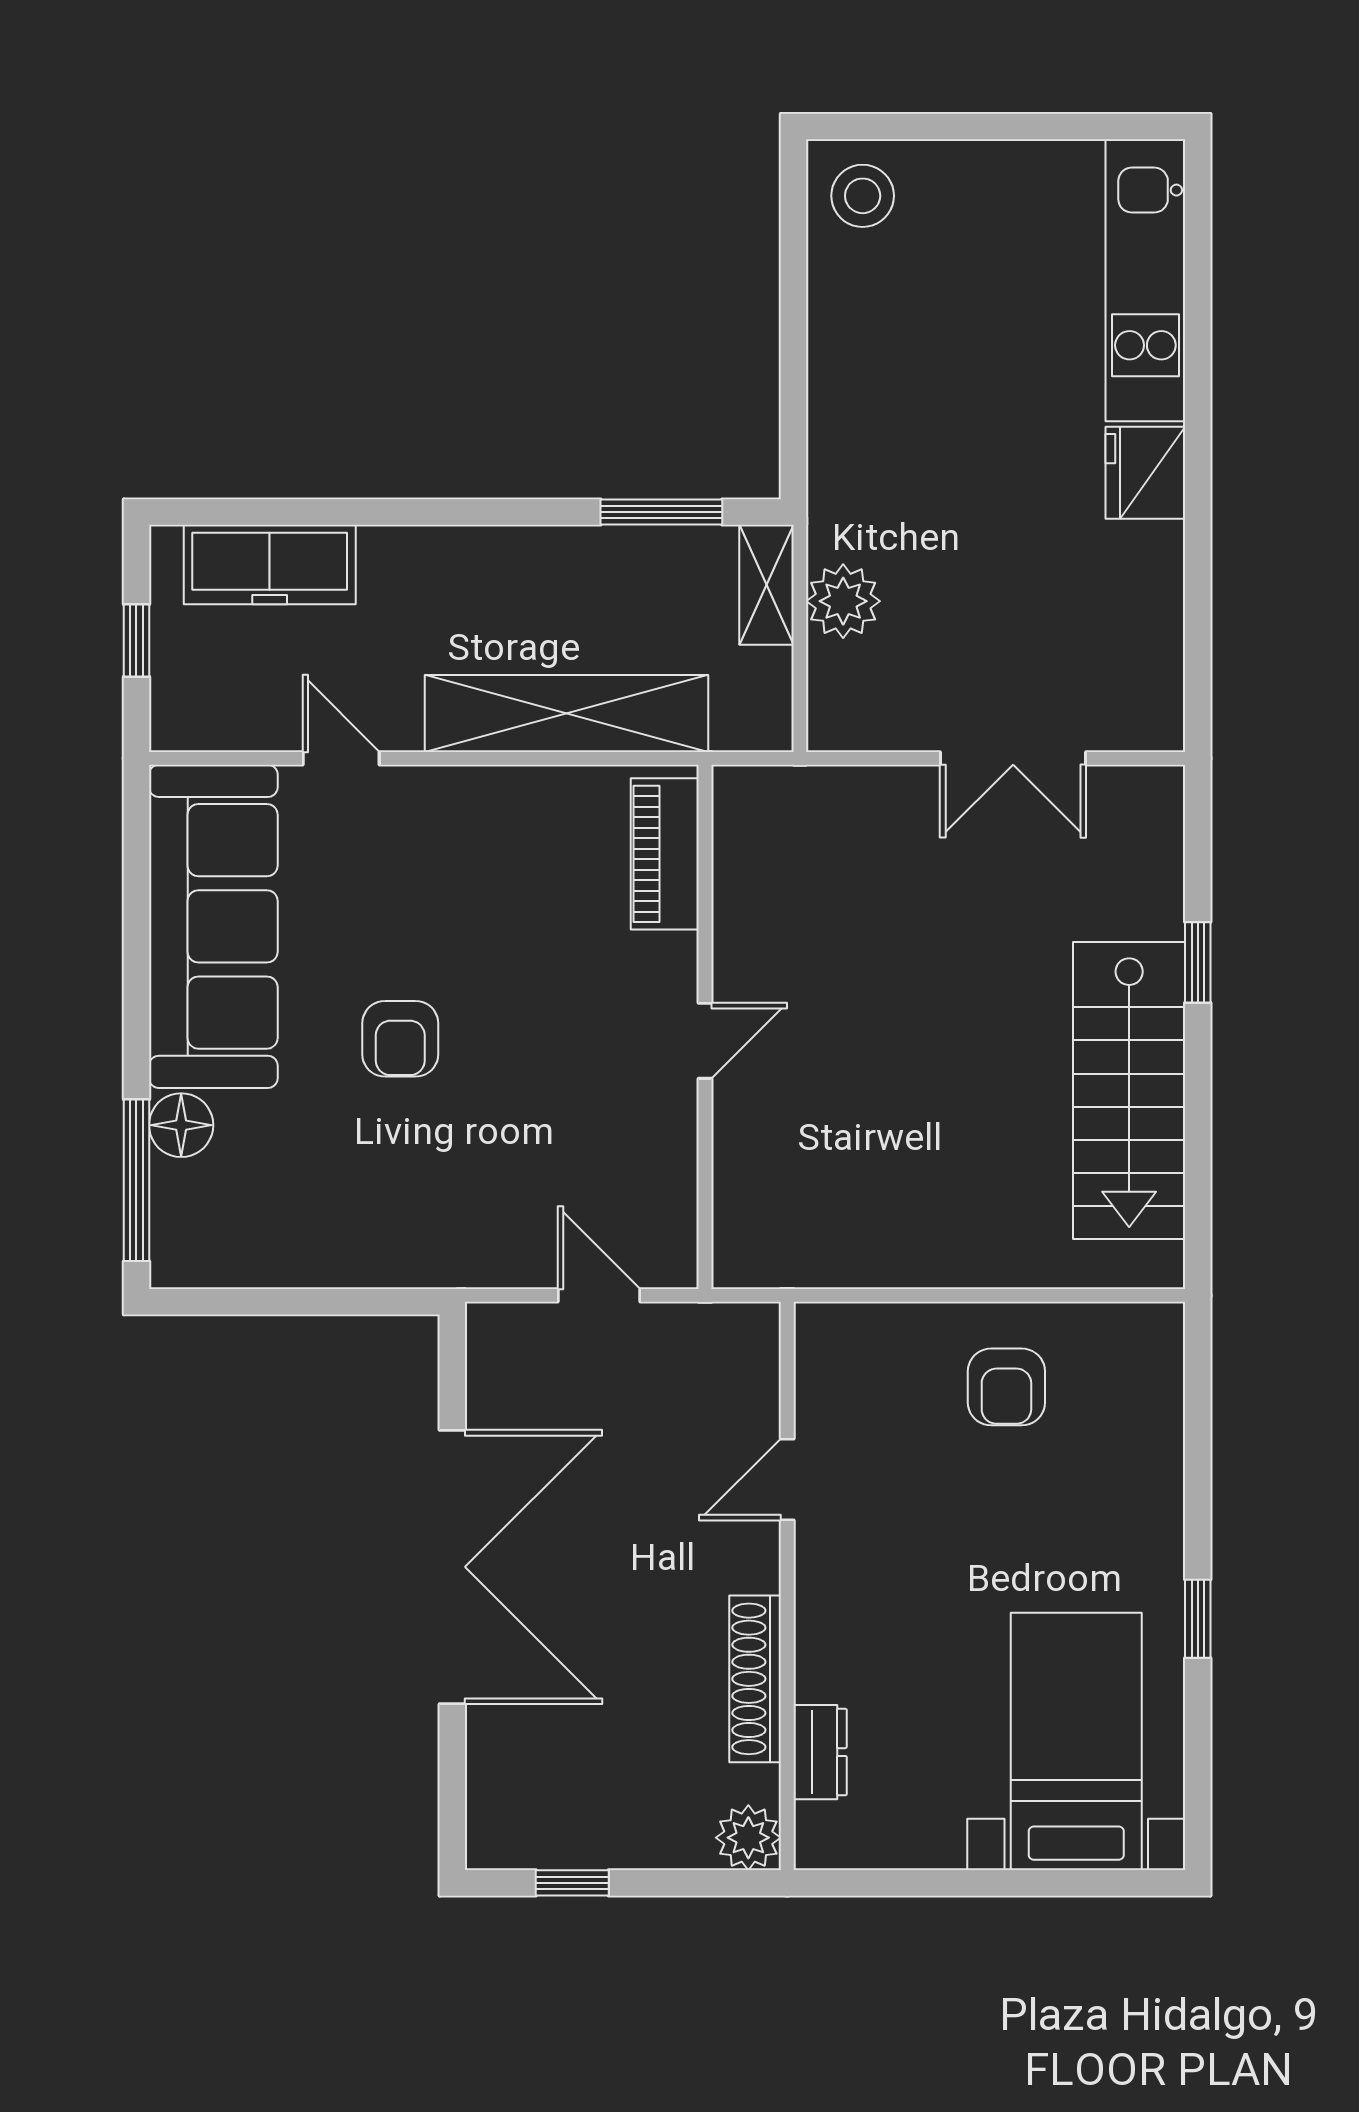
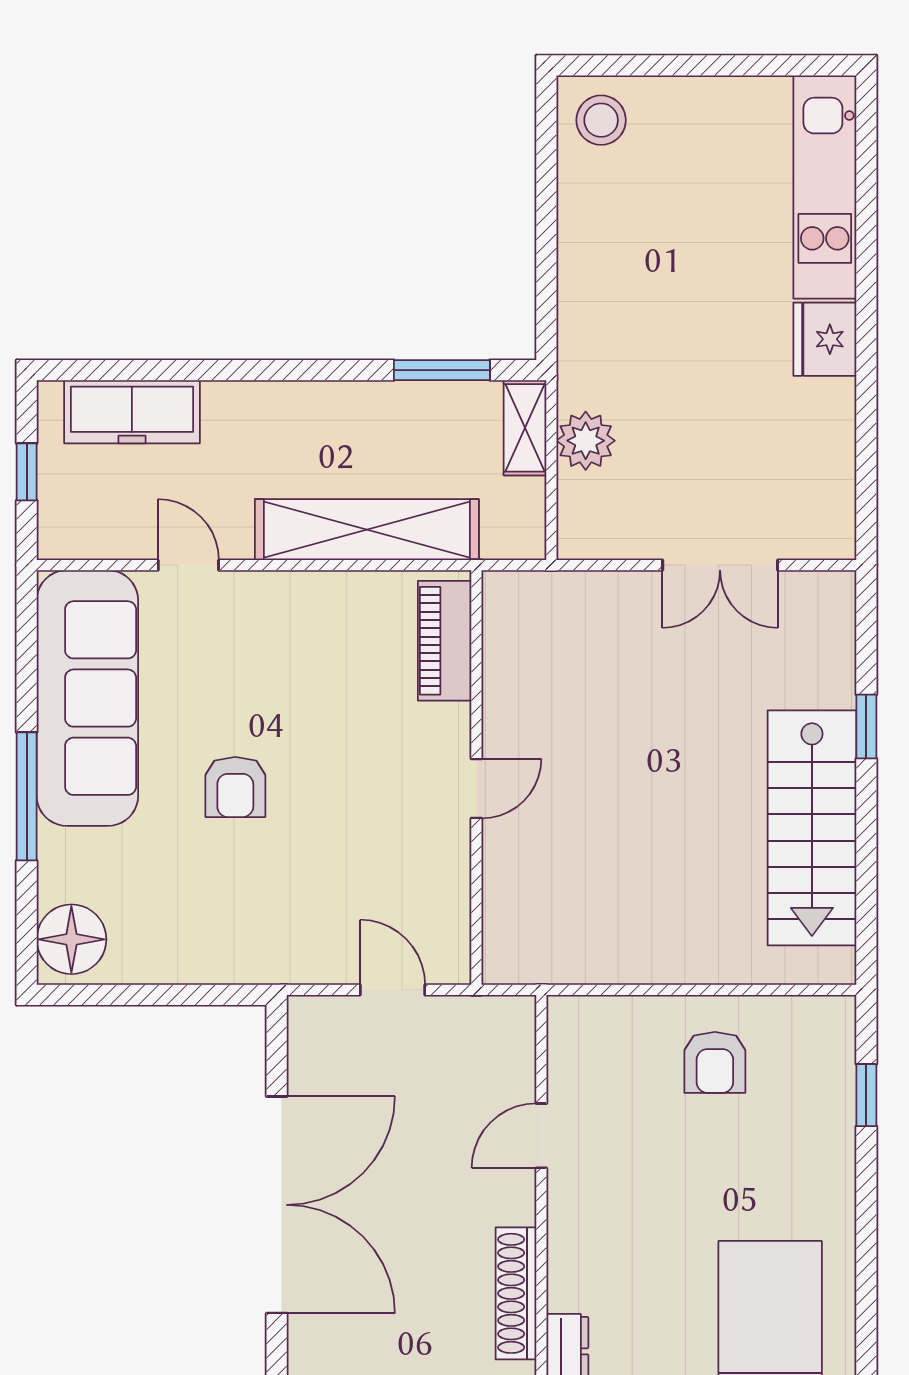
floor lamp: (181, 1125) -> (71, 939), moved, width x1.38, depth x1.38
window: (136, 1180) -> (27, 796), moved
window: (1198, 1619) -> (866, 1095), moved

